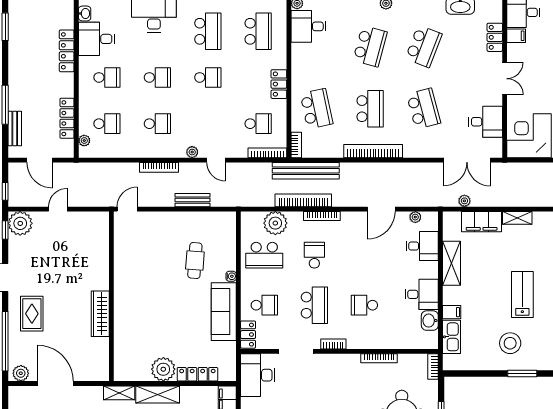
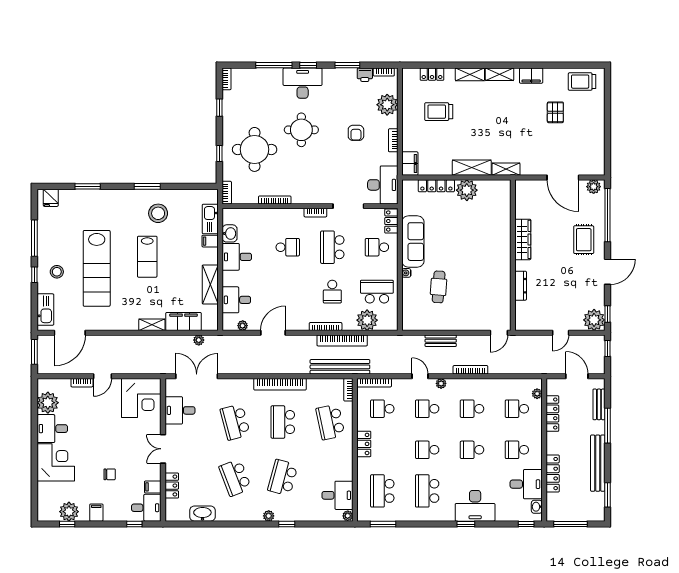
school desk: (424, 46) -> (235, 478), turned -42
bench: (16, 62) -> (598, 463), added
school desk: (208, 124) -> (427, 409), added
dresser: (103, 262) -> (521, 286), added

